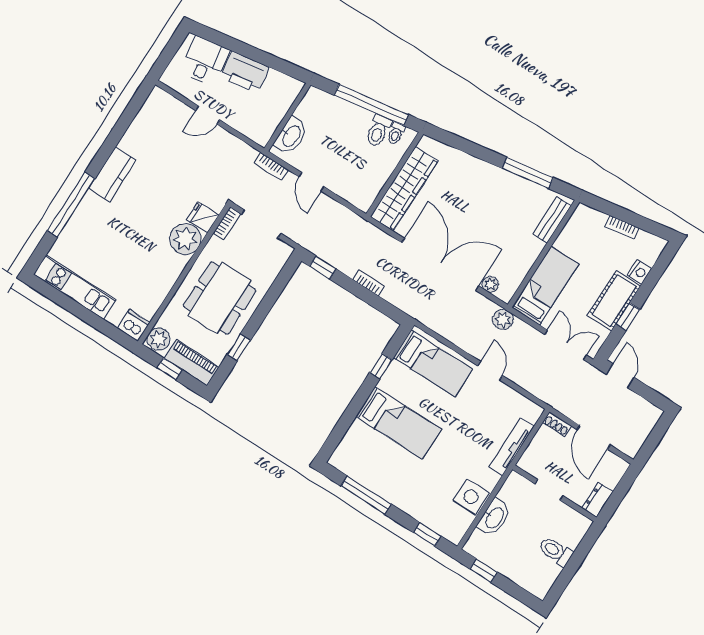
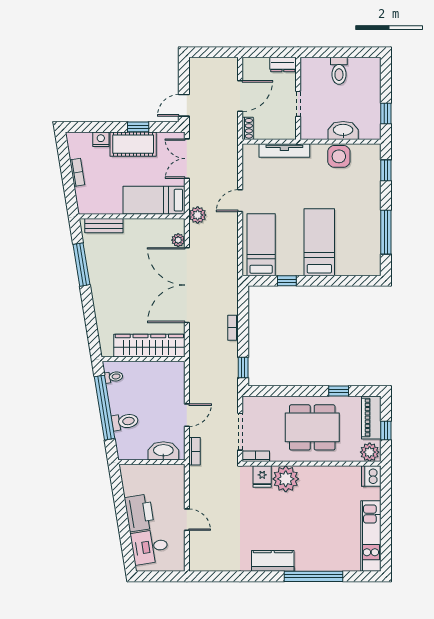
toilet: (378, 131) -> (125, 422), moved

